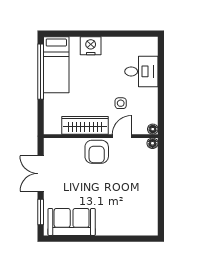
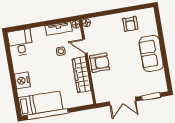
desk: (141, 71) -> (20, 42), moved
tv unit: (151, 105) -> (59, 28), added
armchair: (141, 201) -> (130, 24), added
sofa: (72, 222) -> (151, 53), moved

